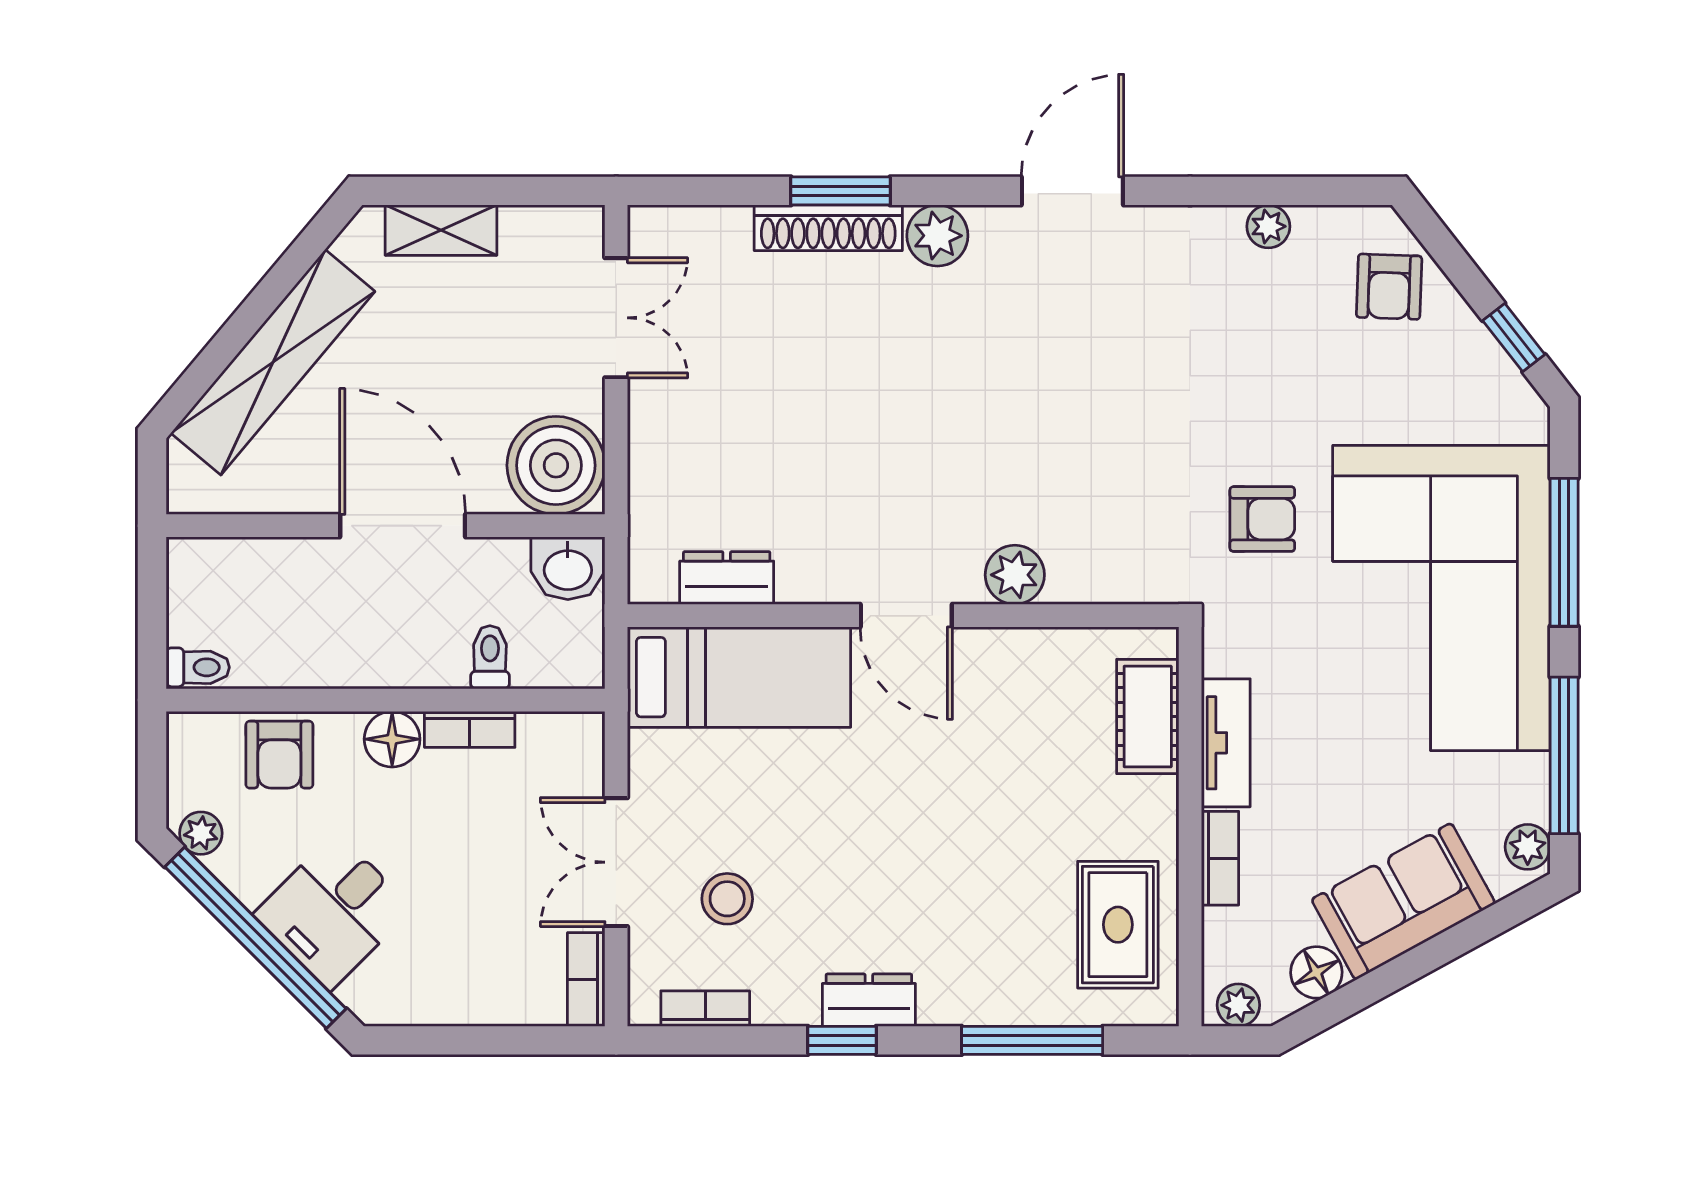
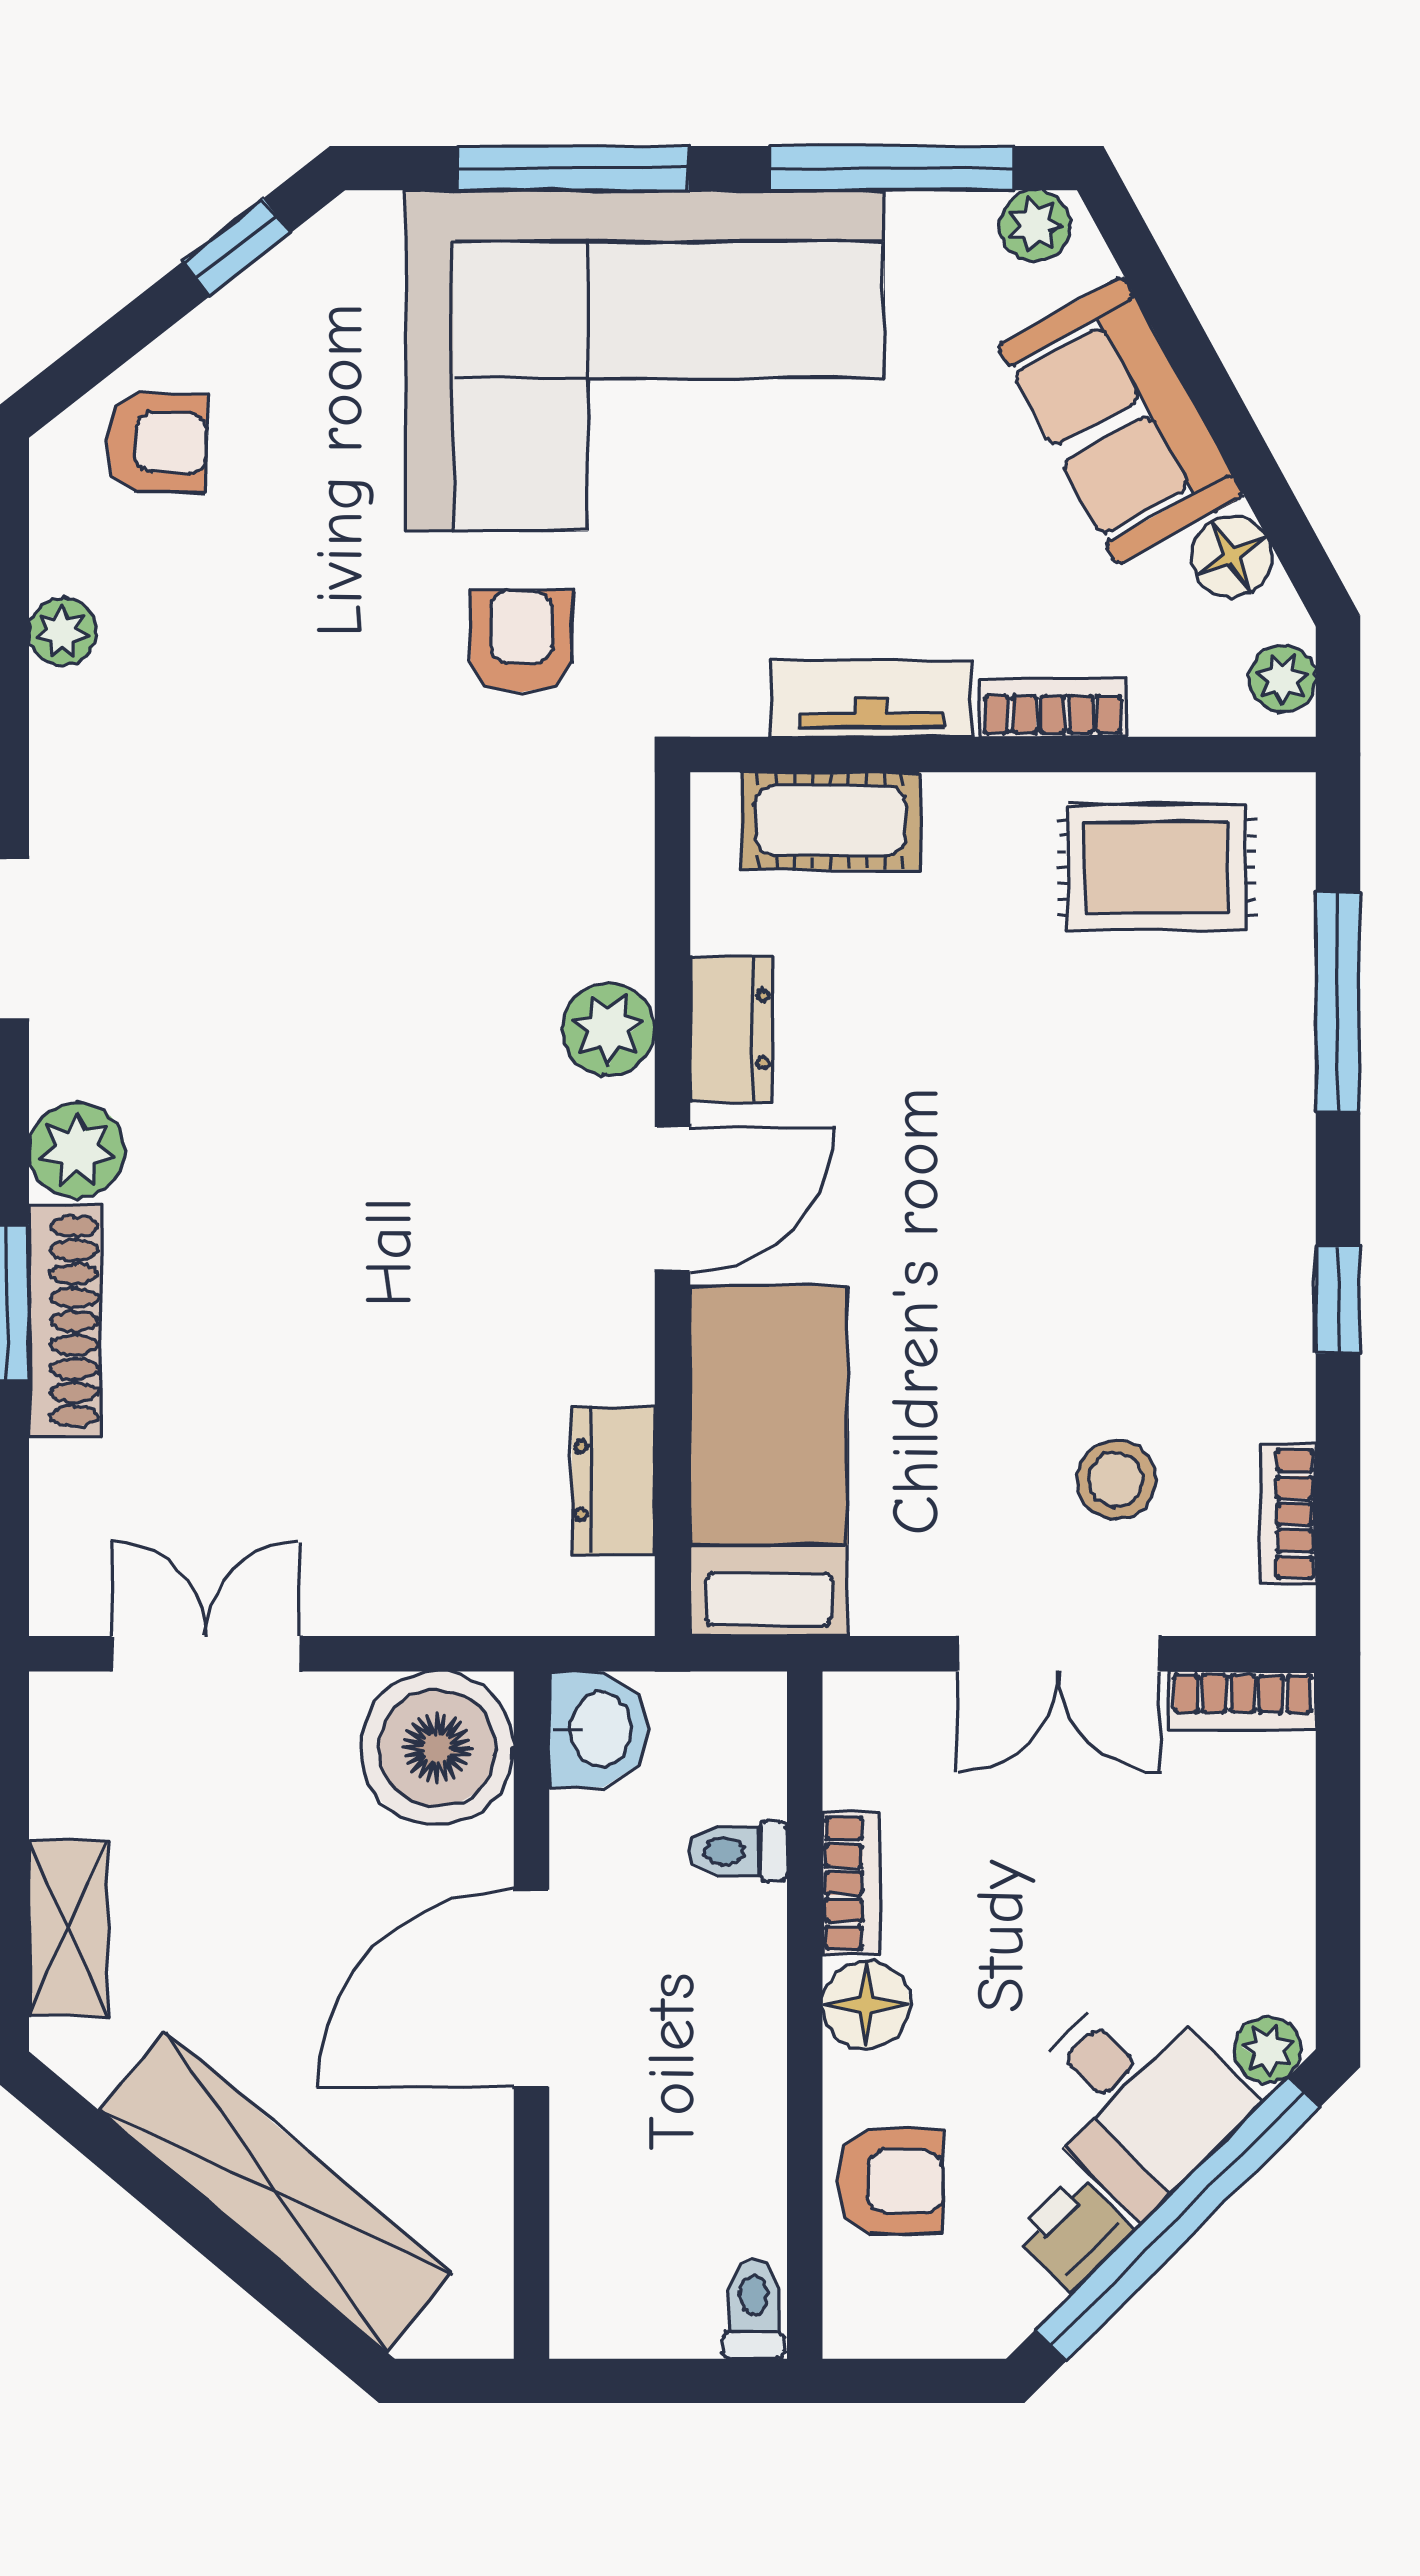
plant: (201, 833) -> (1268, 2050), moved
printer: (247, 872) -> (1074, 2232), added
dresser: (869, 1000) -> (731, 1029), moved, turned 180

